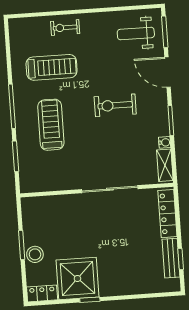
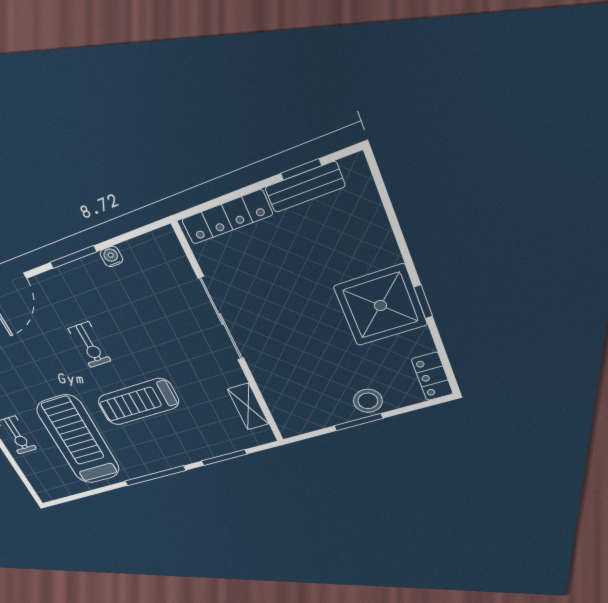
treadmill: (52, 67) -> (78, 440), width x1.37, depth x1.38
exercise bike: (115, 105) -> (90, 345), width x0.73, depth x0.72
treadmill: (51, 125) -> (138, 402), moved
shelving: (165, 165) -> (248, 407), moved, turned 90
shower: (77, 278) -> (380, 305), moved

